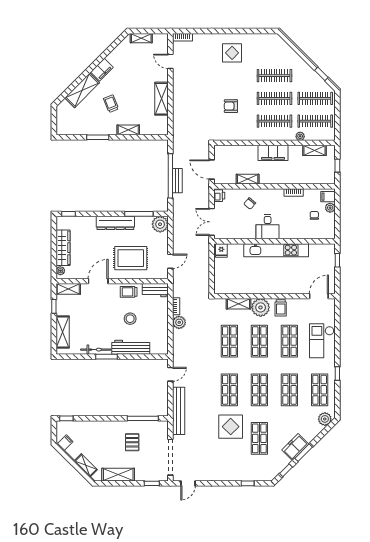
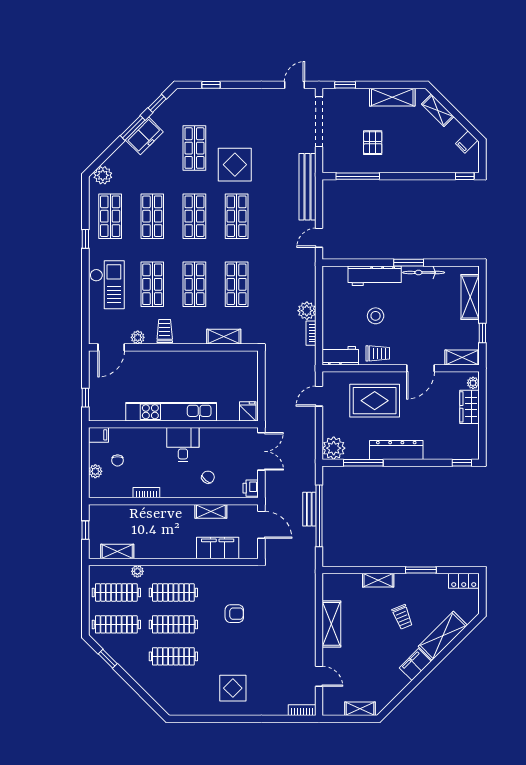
locker: (67, 130) -> (464, 581), added
filing cabinet: (273, 153) -> (218, 548), moved
filing cabinet: (328, 197) -> (98, 435), moved
wardrobe: (63, 248) -> (469, 407), width x0.67
plant: (261, 307) -> (138, 337), moved, width x0.53, depth x0.53

